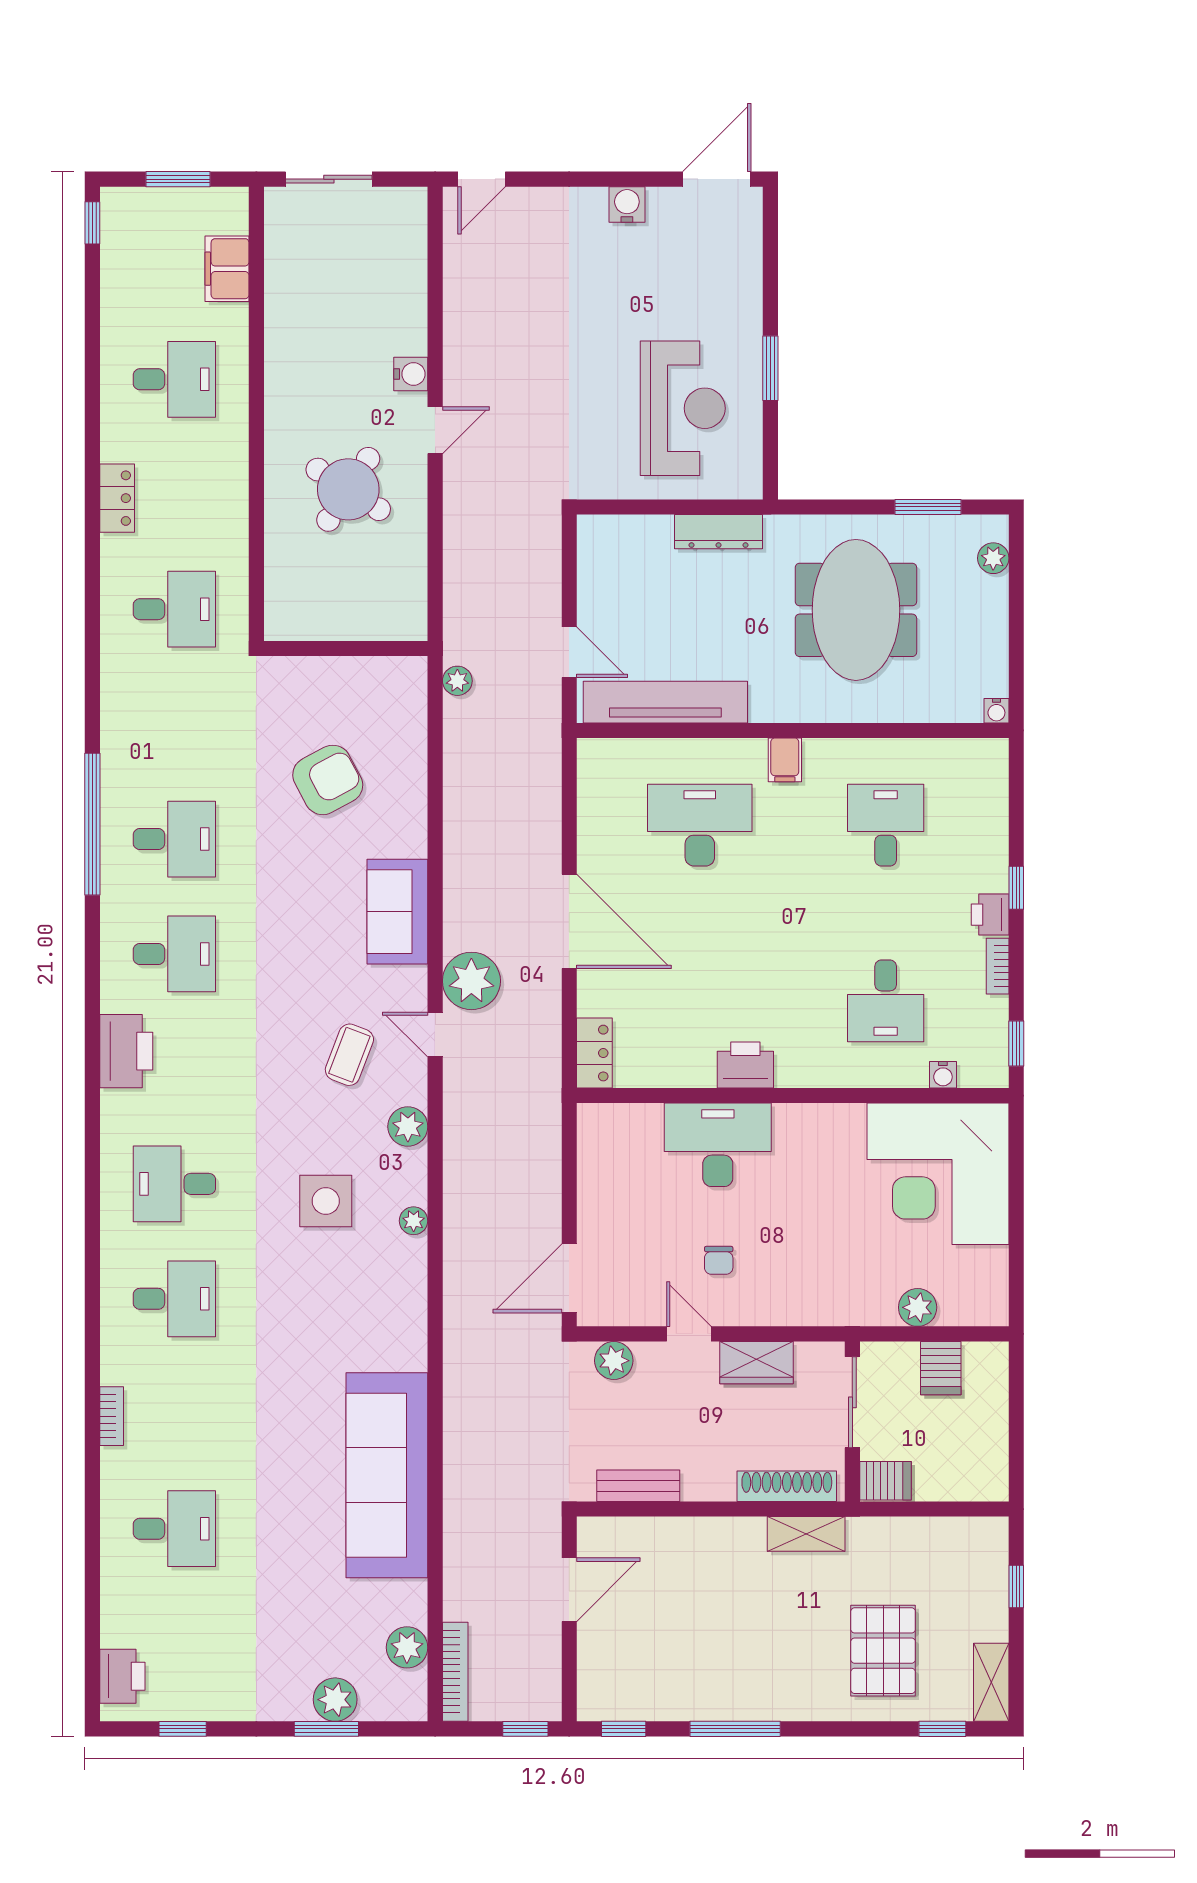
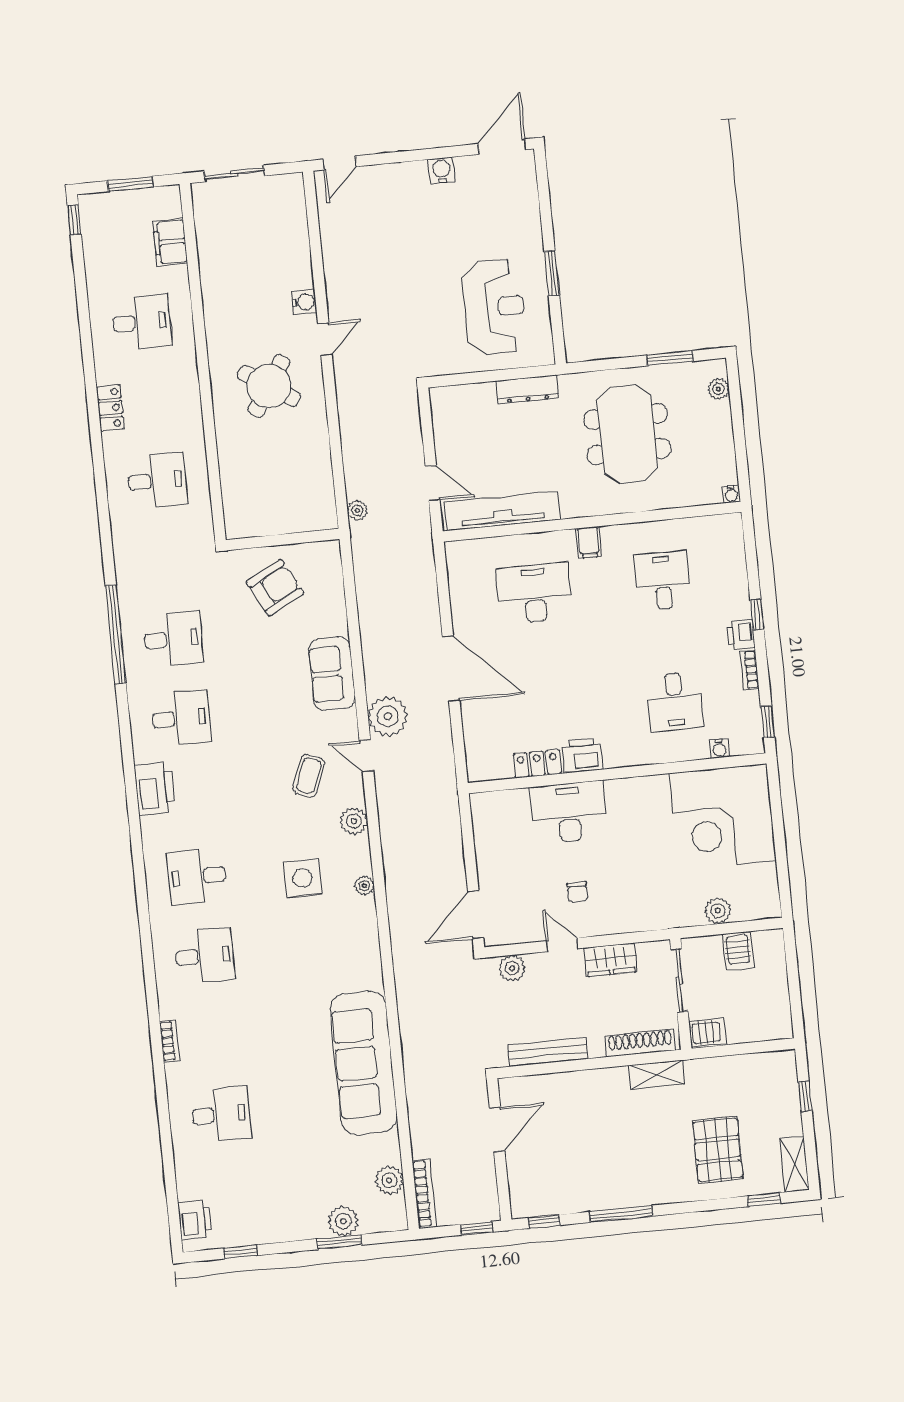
wall: (346, 649) -> (283, 539), moved
locker: (594, 1053) -> (537, 764), moved, turned -90
bench: (638, 1486) -> (548, 1052), width x1.36

